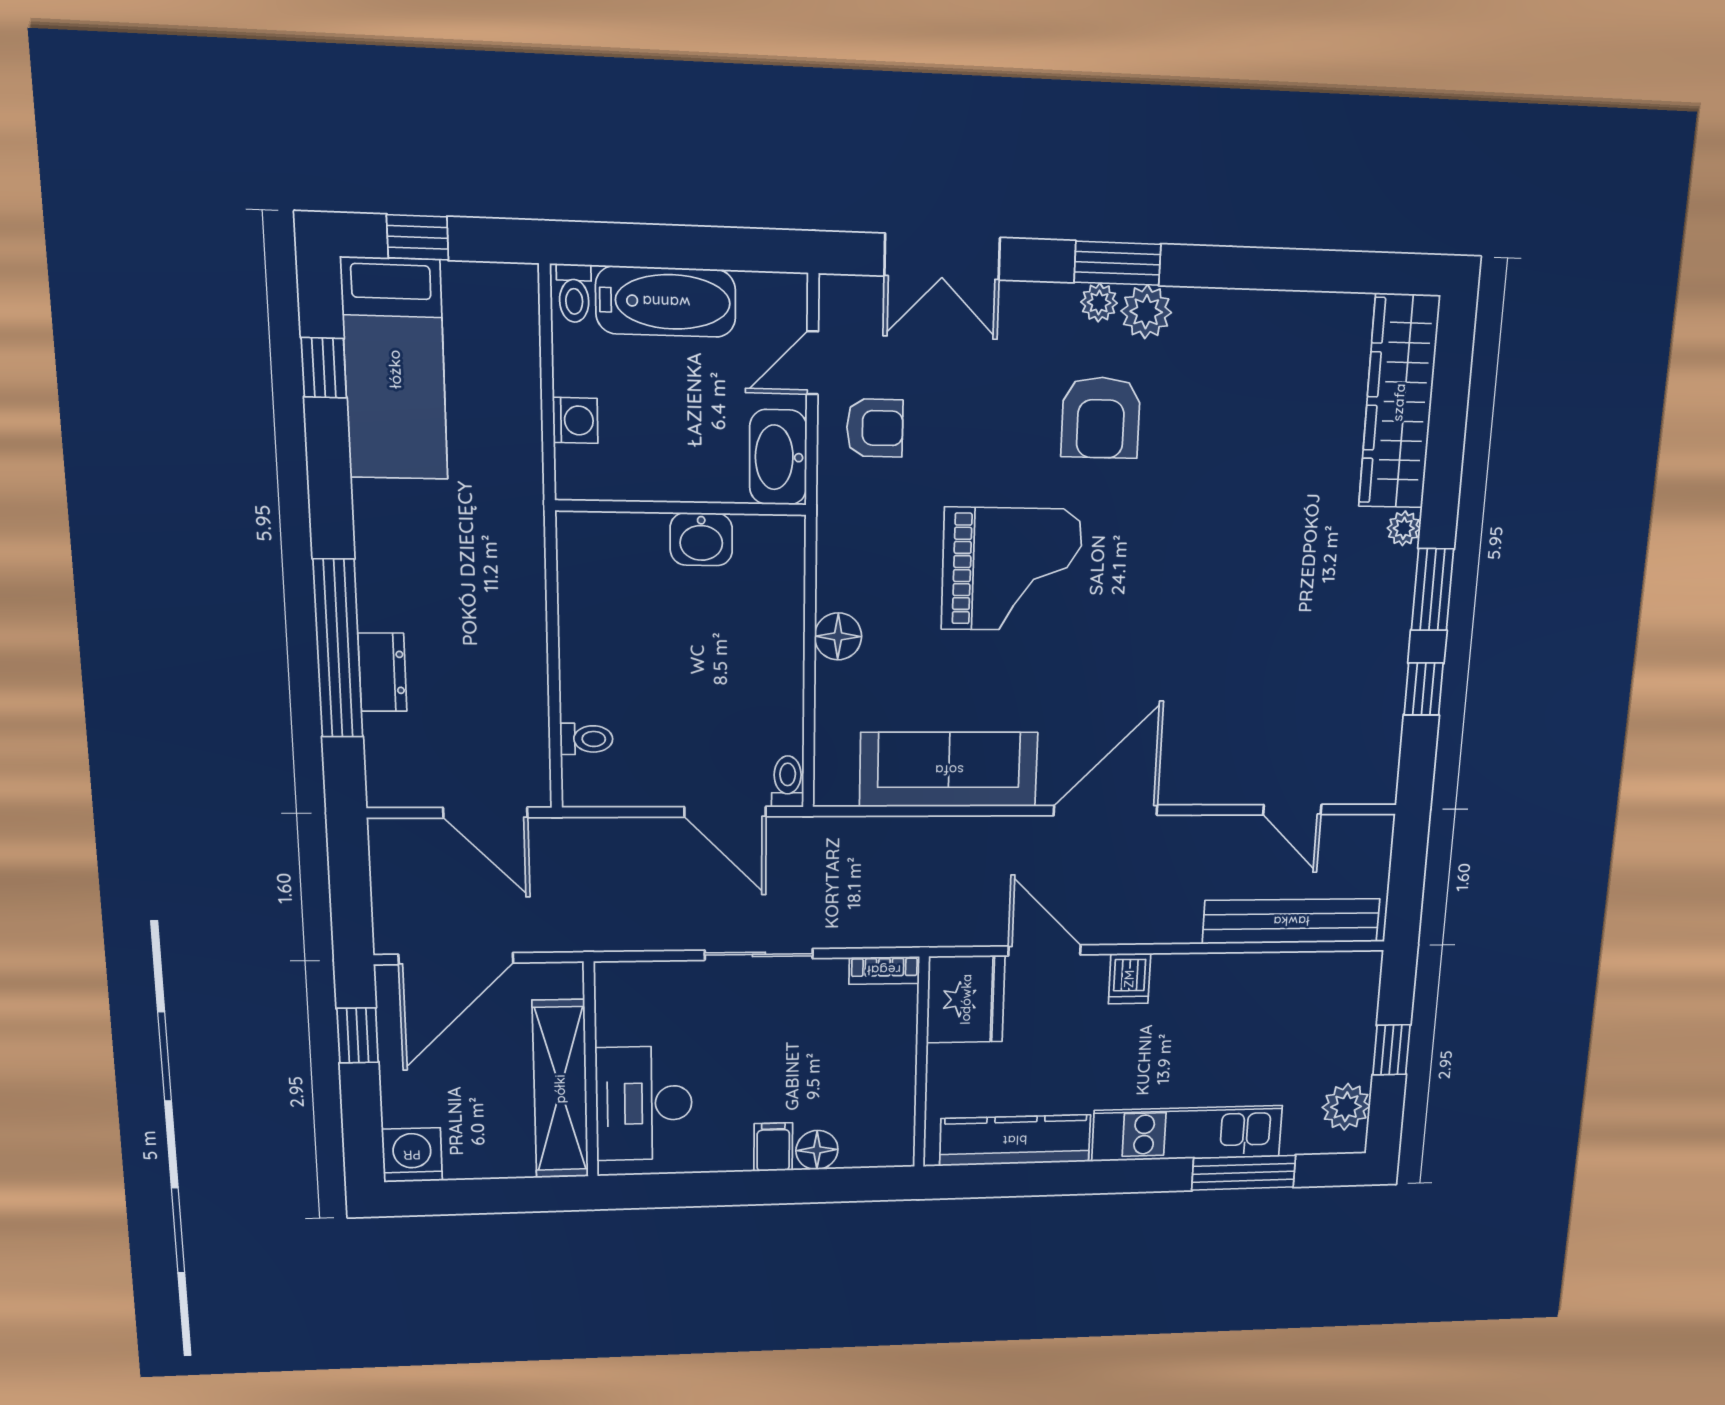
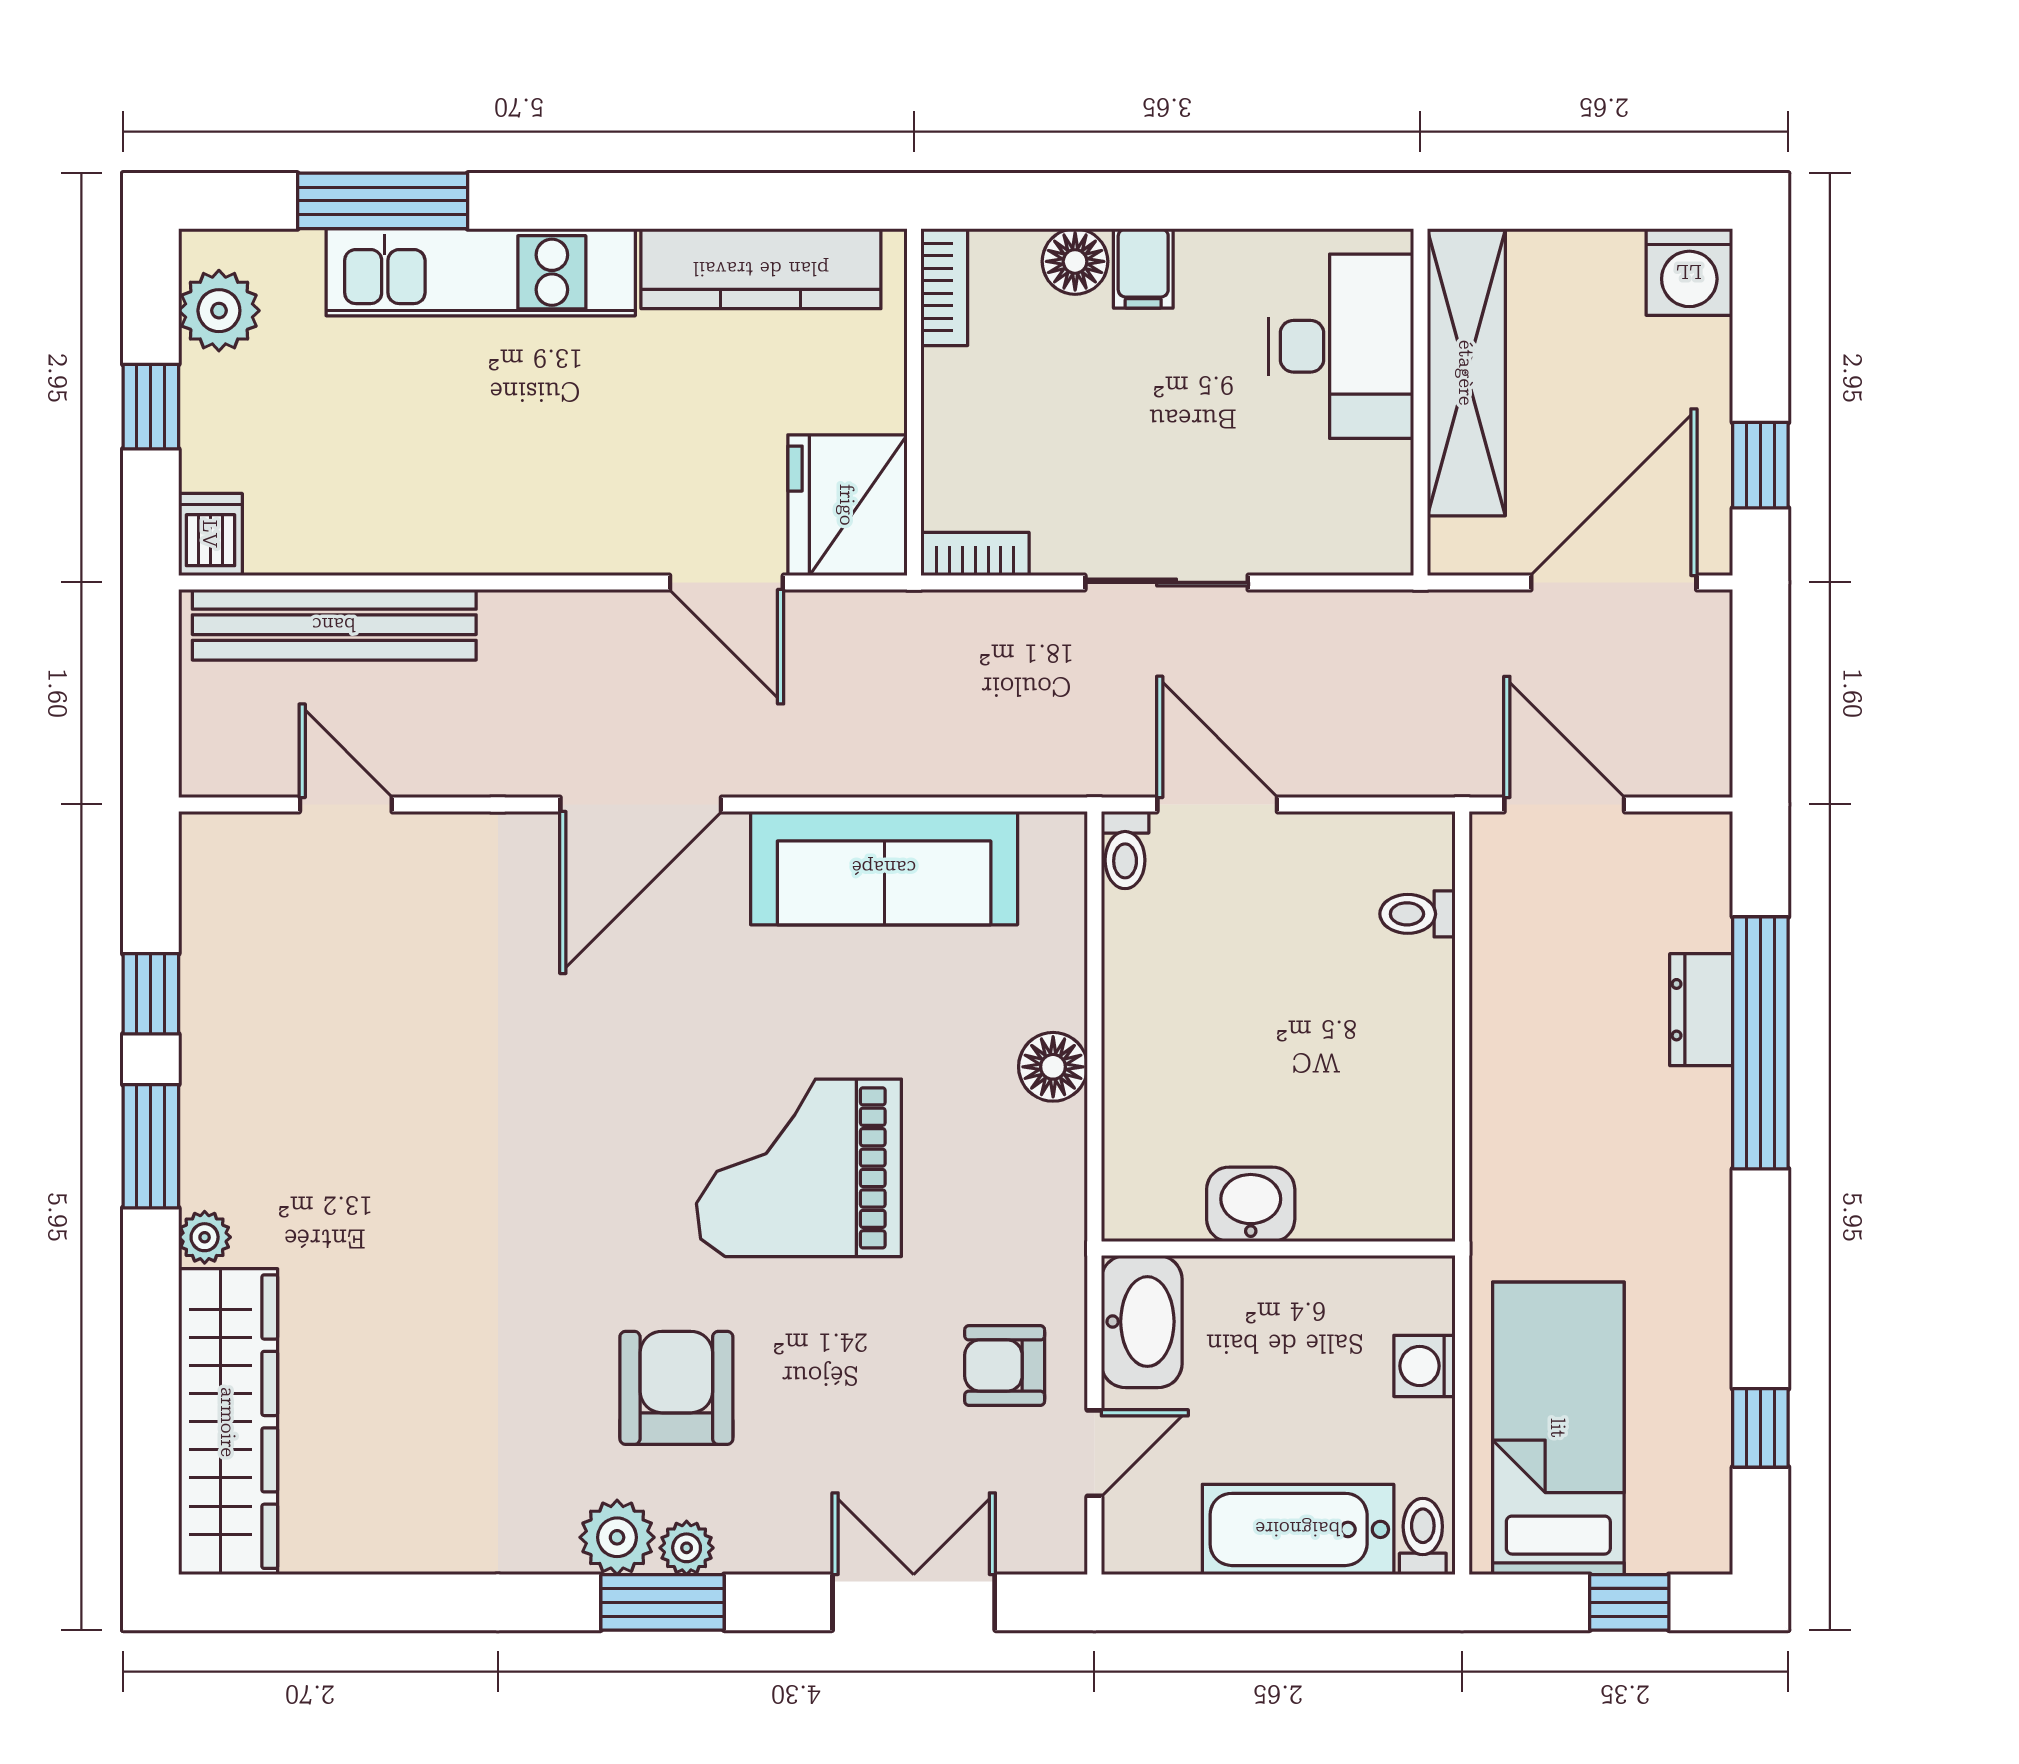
bed: (395, 369) -> (1558, 1428), moved
dishwasher: (1129, 979) -> (210, 534), moved
bookcase: (900, 1132) -> (944, 287), added

